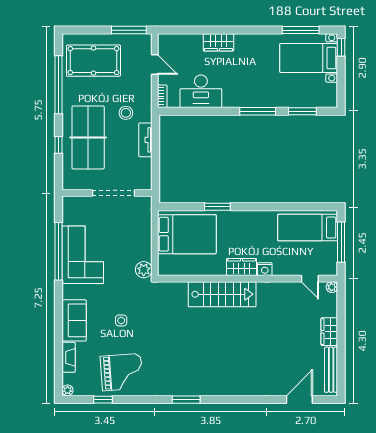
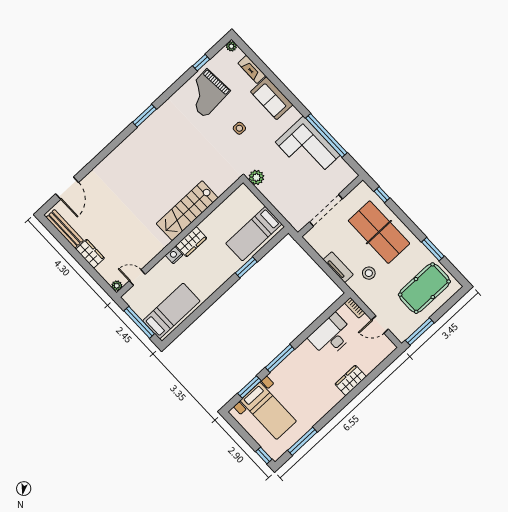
bed with nightstands: (309, 58) -> (268, 411), moved, turned 90
window: (58, 85) -> (433, 249), width x0.47
window: (58, 145) -> (382, 195), moved
bed: (187, 234) -> (254, 234), width x0.67

